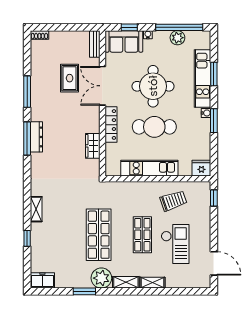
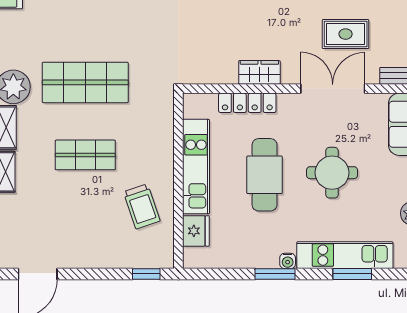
round table: (153, 86) -> (332, 173), width x0.73, depth x0.73
locker: (111, 125) -> (247, 103), moved
wardrobe: (93, 146) -> (259, 72), moved
fridge: (201, 168) -> (196, 231), moved
checkout: (175, 244) -> (70, 209), removed

